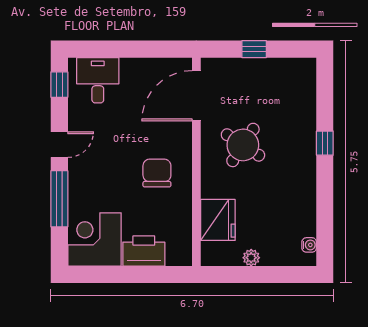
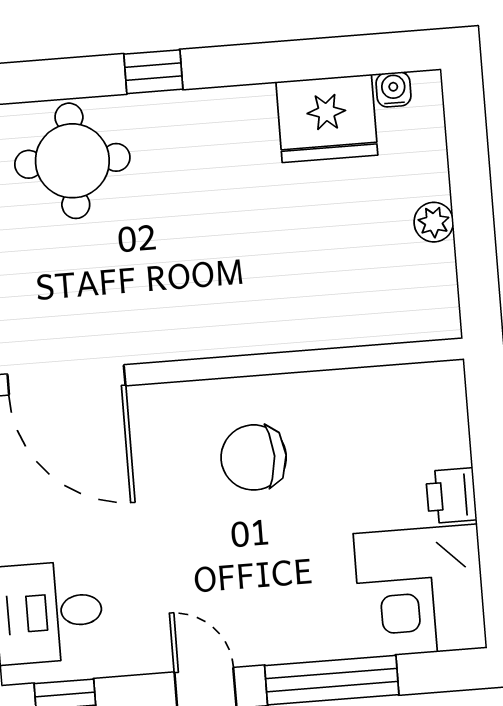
round table: (243, 145) -> (72, 161), moved, turned -33
fridge: (218, 220) -> (327, 118), moved, turned 180
printer: (144, 251) -> (451, 496), width x0.53, depth x0.68

